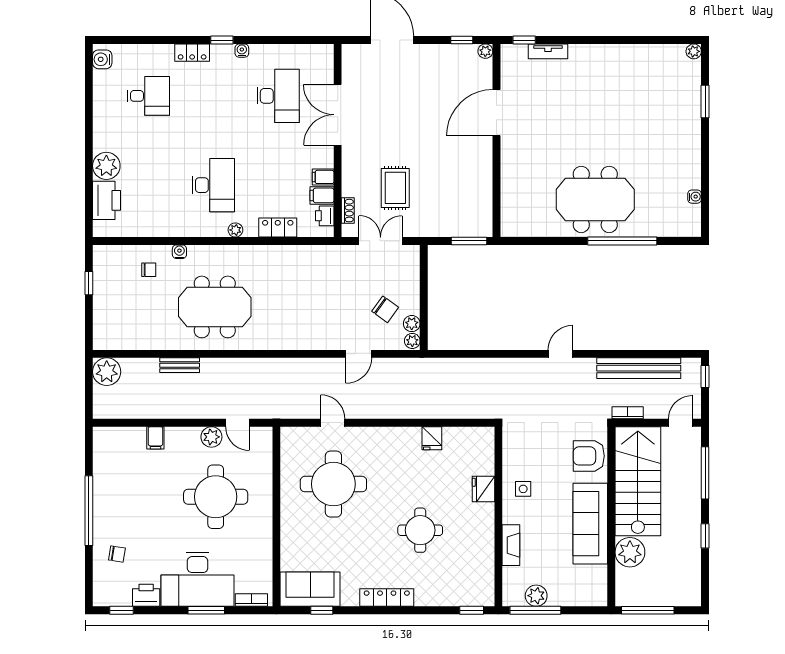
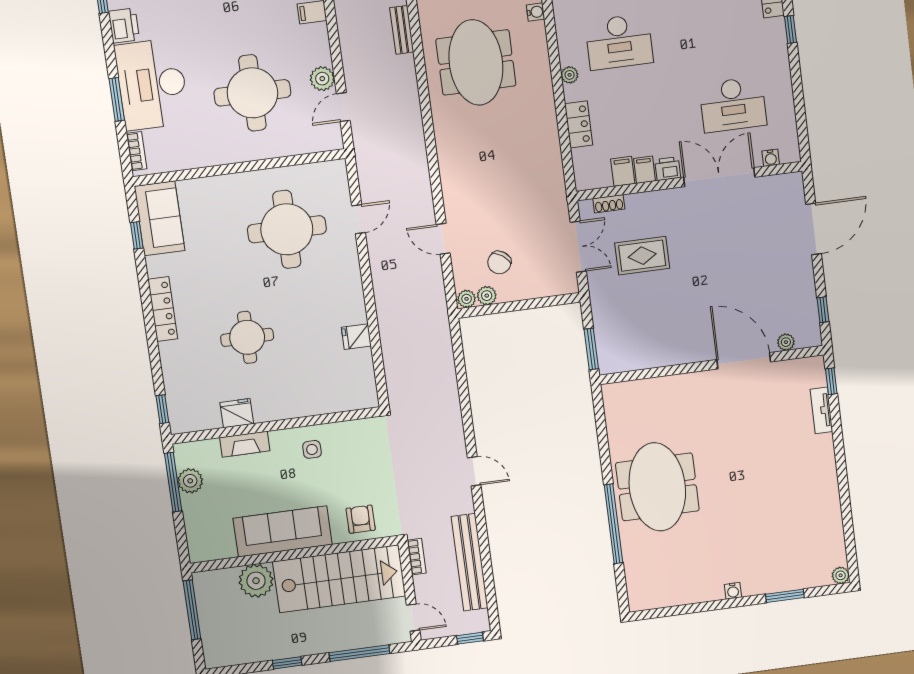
water cooler: (242, 51) -> (771, 158), moved, turned 90
plant: (485, 51) -> (786, 342), moved
water cooler: (695, 197) -> (733, 591), moved
printer: (325, 216) -> (668, 169), moved
armchair: (589, 456) -> (361, 519), width x0.72, depth x0.72
fridge: (483, 489) -> (237, 413), moved

